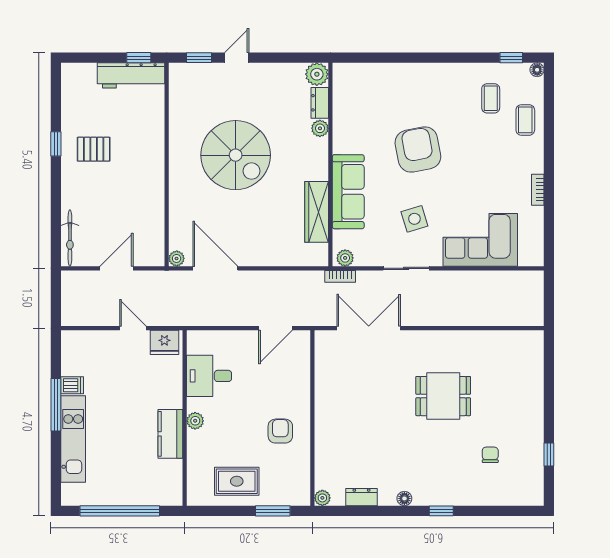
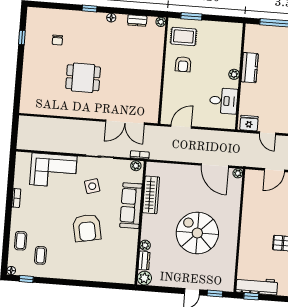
rug: (237, 481) -> (184, 36), moved

